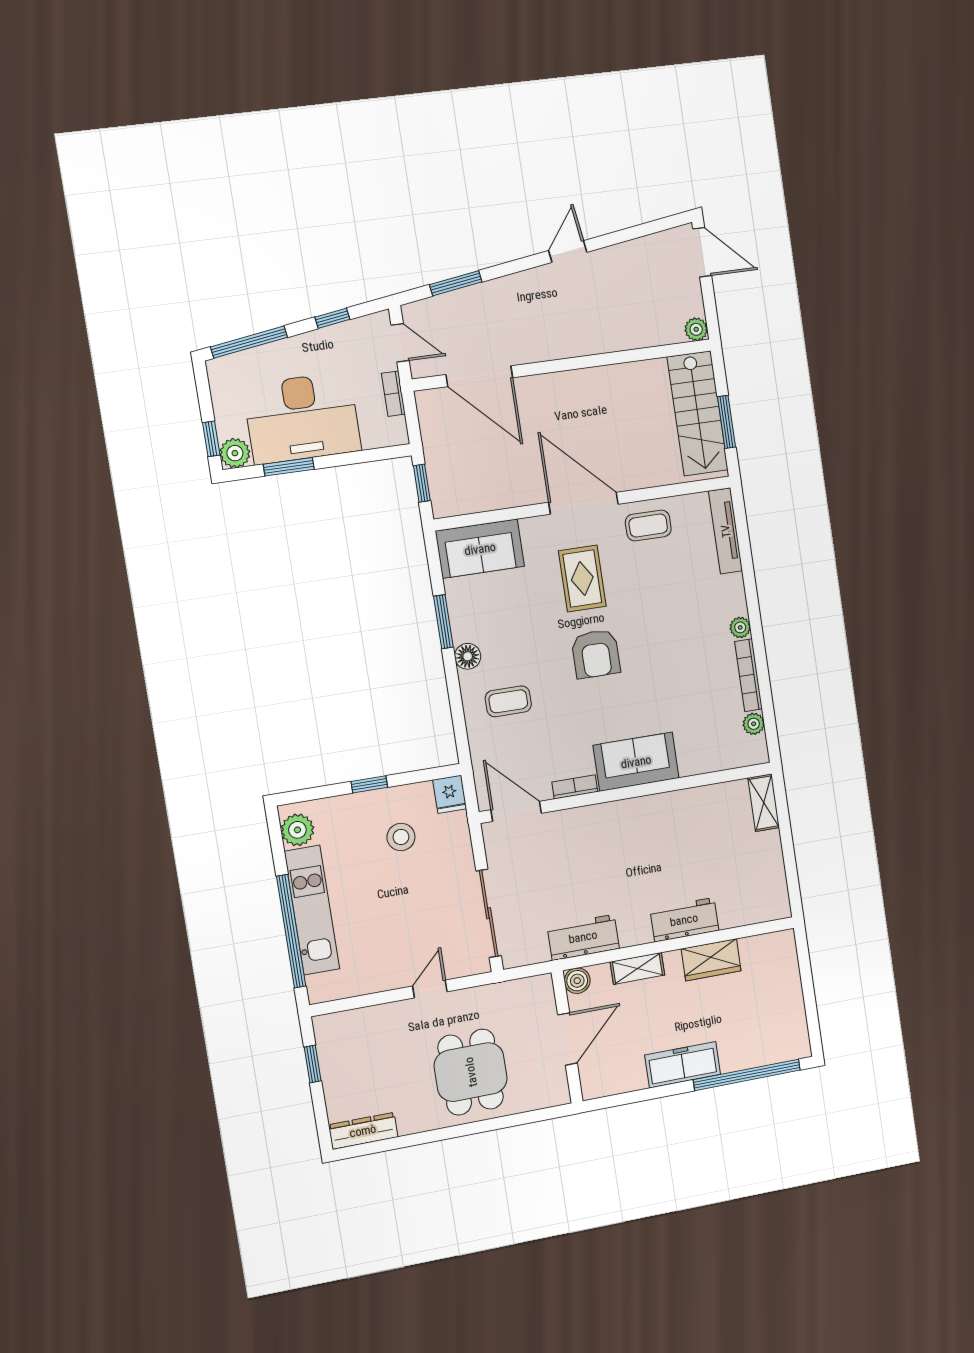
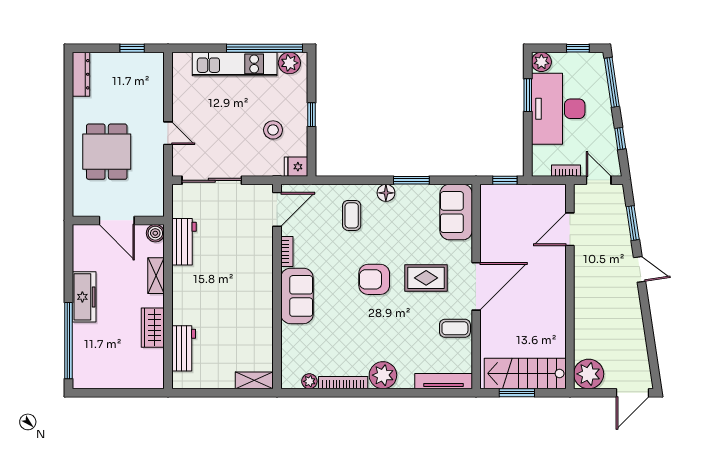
door: (568, 251) -> (640, 269), moved
plant: (696, 329) -> (589, 374), width x1.88, depth x1.88
door: (400, 343) -> (599, 180), swing flipped
door: (479, 376) -> (570, 229), width x0.73
window: (211, 439) -> (578, 48), moved
coffee table: (648, 526) -> (455, 328), turned 90
plant: (740, 627) -> (383, 375), width x1.88, depth x1.88
workbench: (684, 920) -> (184, 348), moved
window: (291, 931) -> (264, 48), moved
dining table: (471, 1072) -> (107, 152), turned 90

